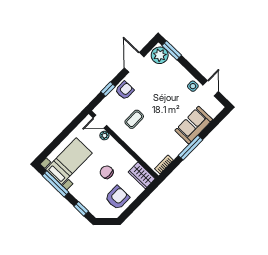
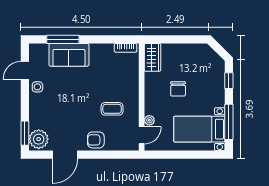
window: (108, 89) -> (108, 155), removed
door: (100, 122) -> (142, 135), hinge flipped
window: (191, 148) -> (63, 39), moved
armchair: (117, 198) -> (191, 60), removed

